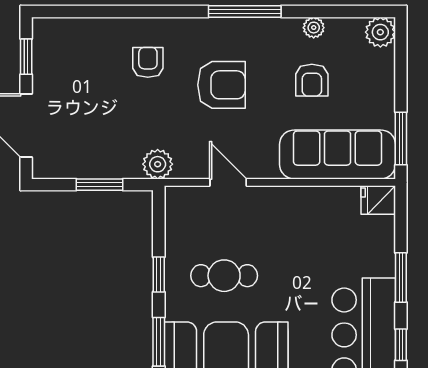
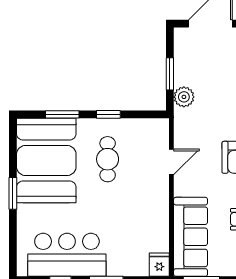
plant: (158, 164) -> (184, 97), moved

